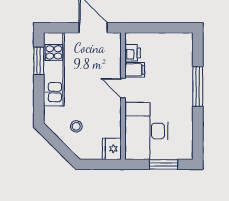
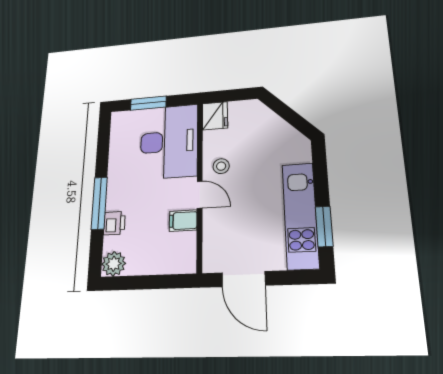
plant: (184, 41) -> (114, 264), added
printer: (133, 53) -> (114, 223), moved, turned 180
stool: (76, 126) -> (221, 166), moved

